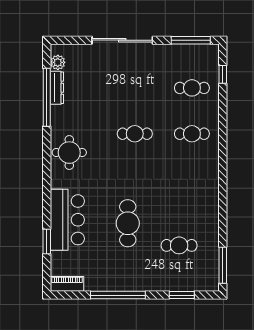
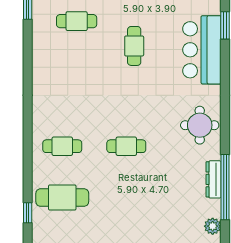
dresser: (57, 88) -> (214, 179), moved
cafe table: (192, 88) -> (62, 198), width x1.37, depth x1.35
cafe table: (128, 223) -> (134, 46), width x0.73, depth x0.74

